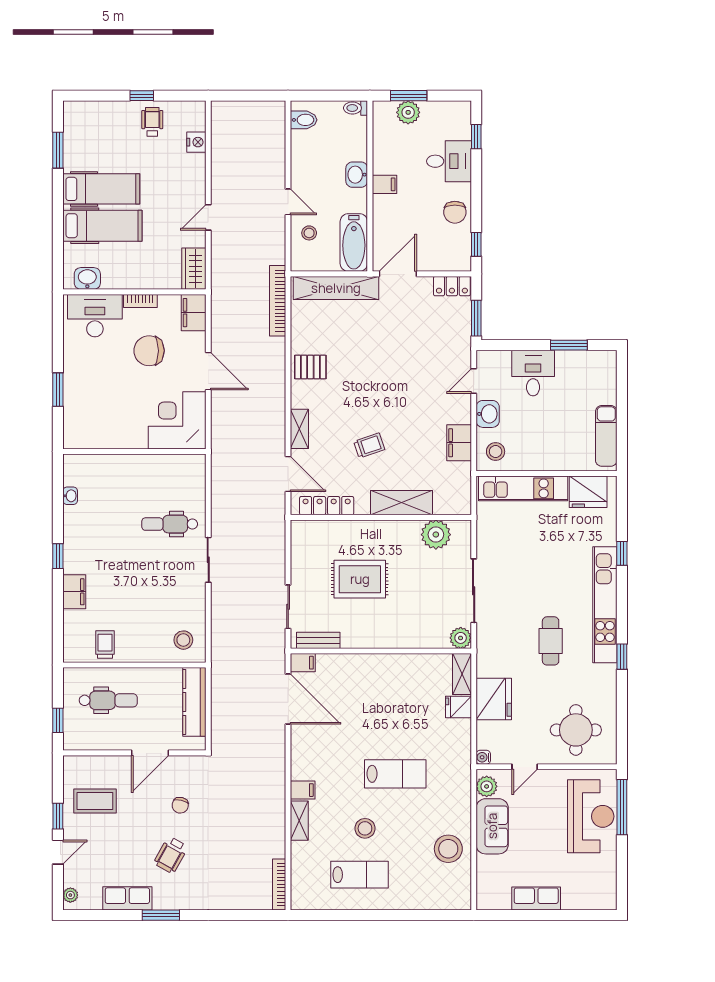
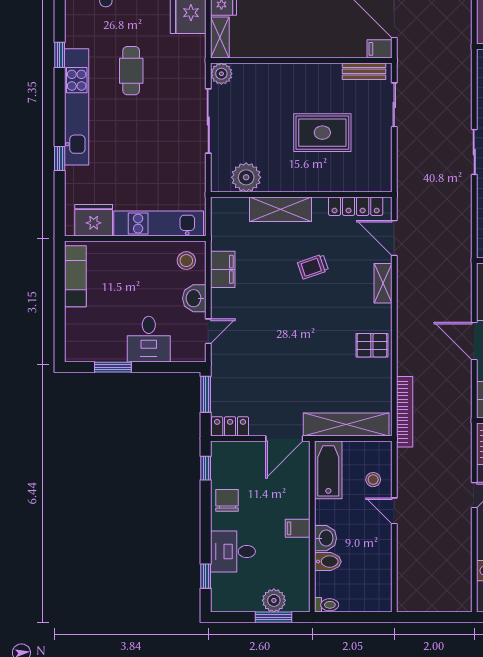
bidet: (304, 120) -> (328, 562), moved, turned 180

